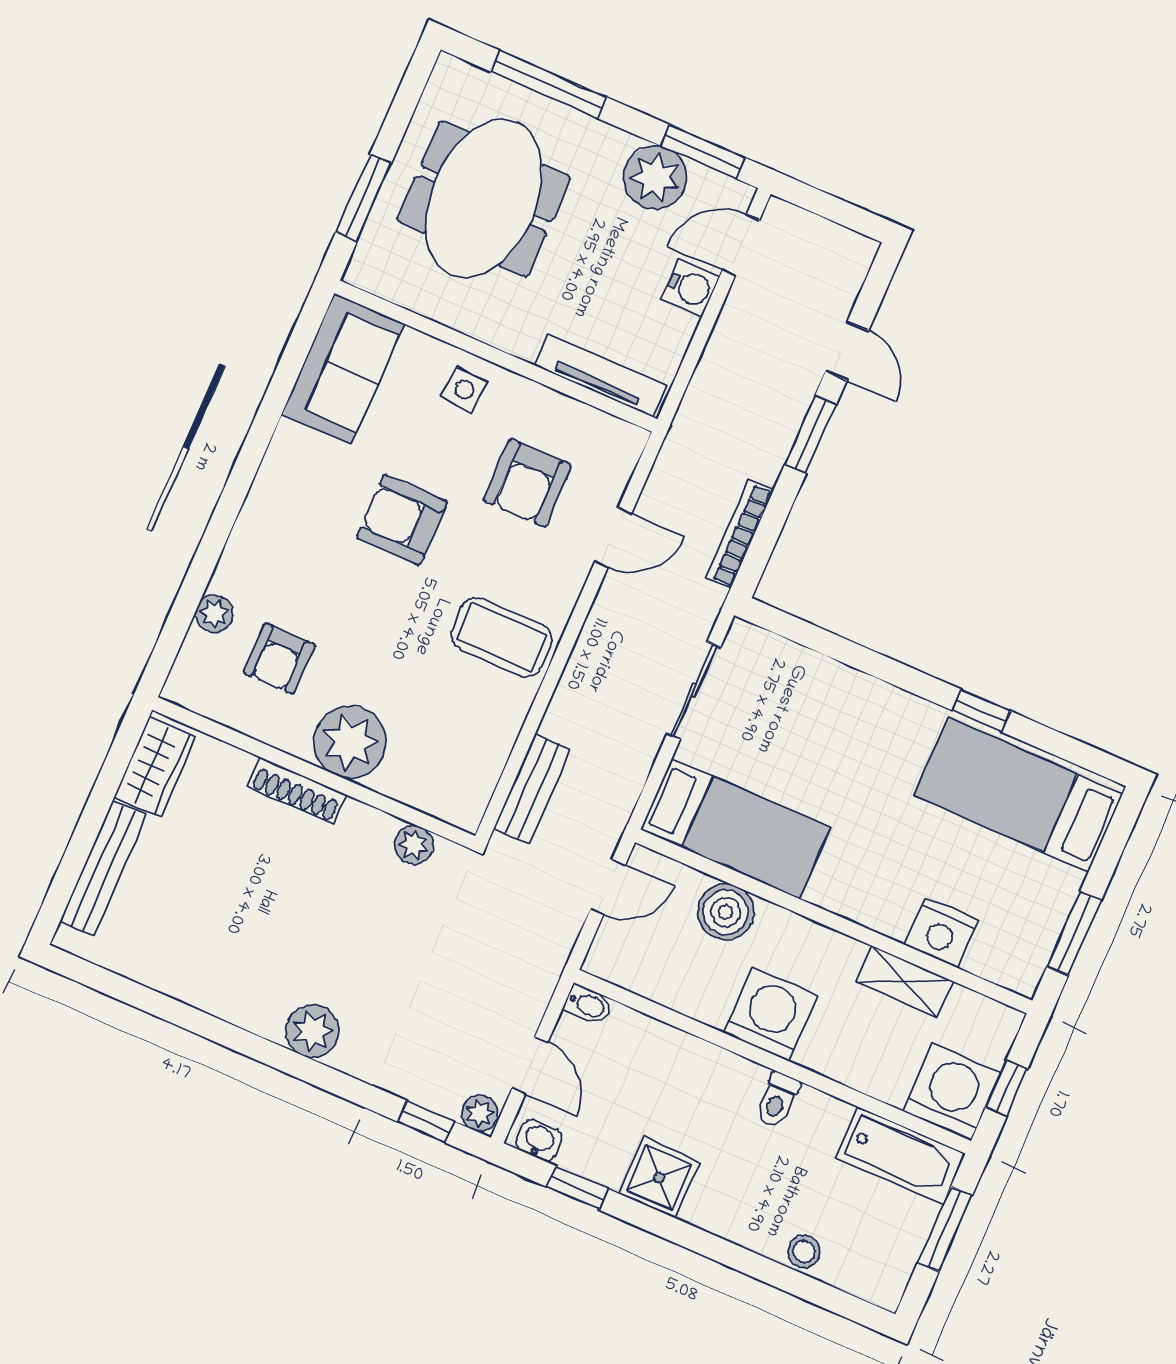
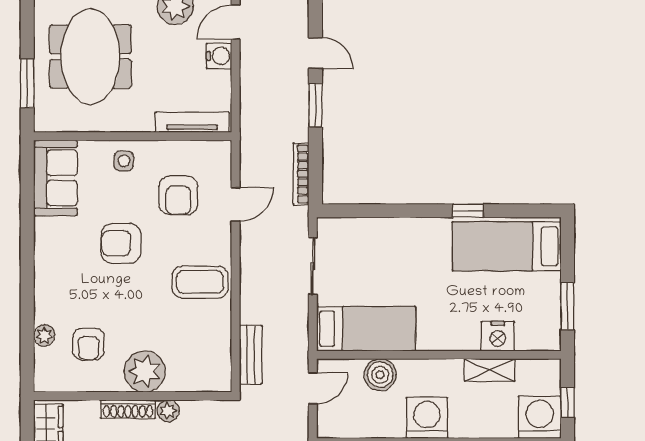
plant: (414, 845) -> (168, 411), moved

